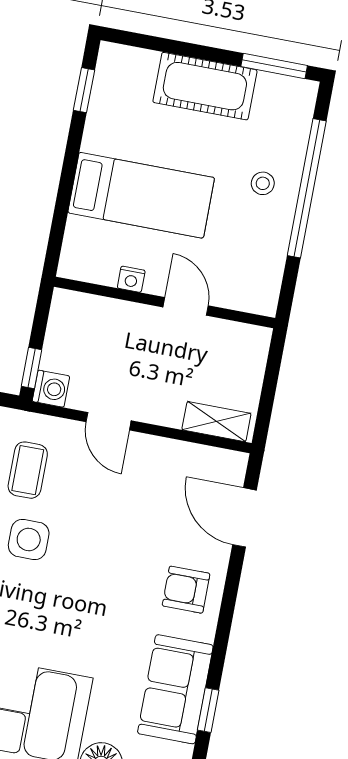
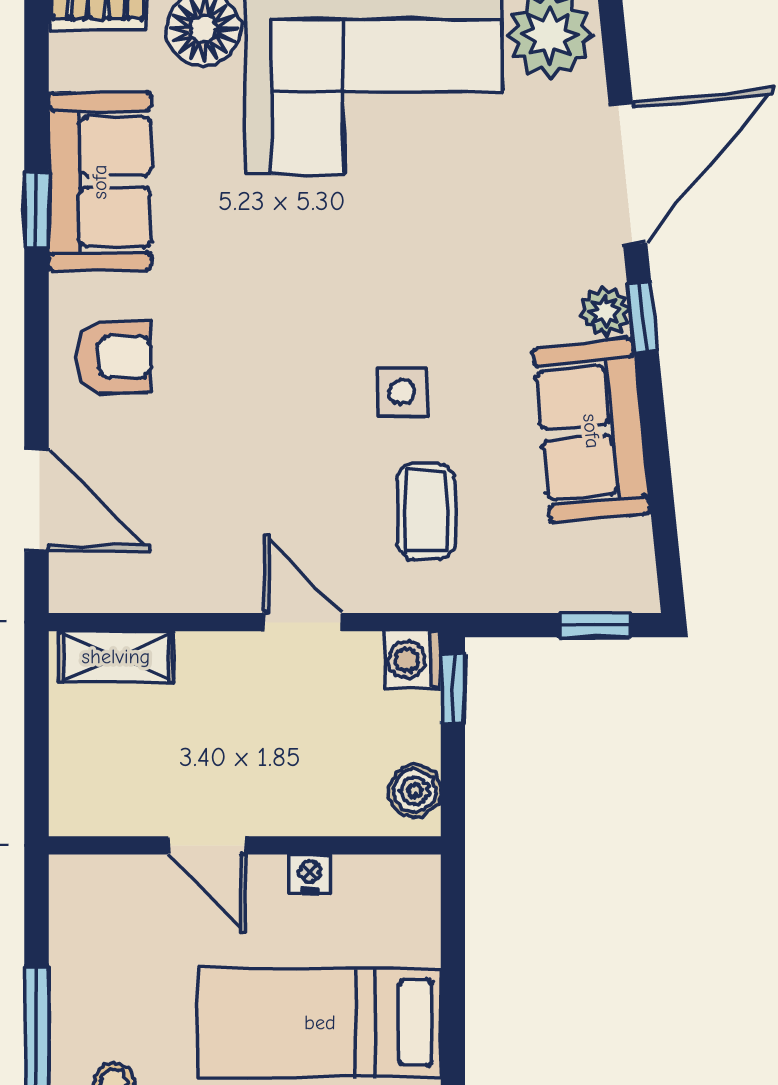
boiler: (64, 315) -> (415, 791), added
side table: (29, 539) -> (402, 392), width x0.73, depth x0.73
window: (208, 710) -> (36, 210), moved

